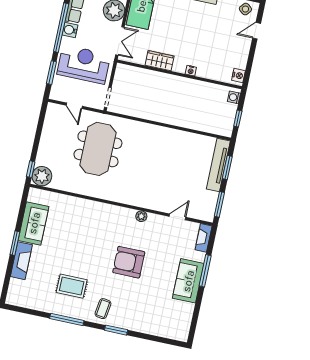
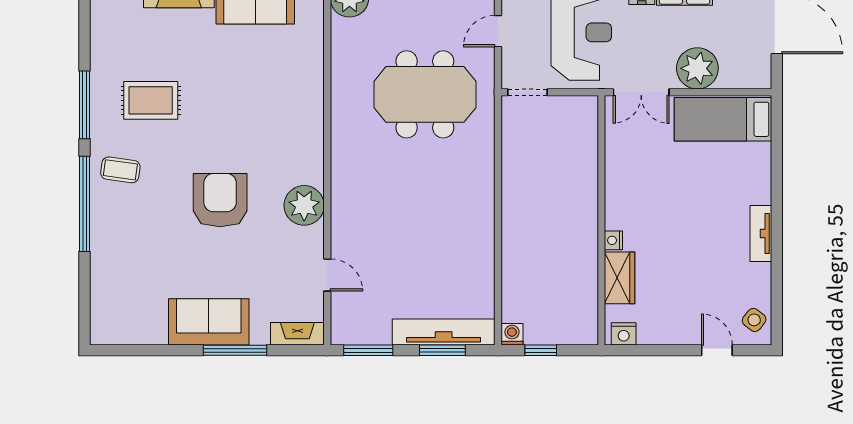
wardrobe: (160, 61) -> (620, 278), moved
washing machine: (234, 97) -> (512, 334), moved
plant: (141, 216) -> (304, 205), width x1.87, depth x1.87
rug: (72, 286) -> (151, 100), turned 90
window: (116, 330) -> (85, 204), width x2.11

